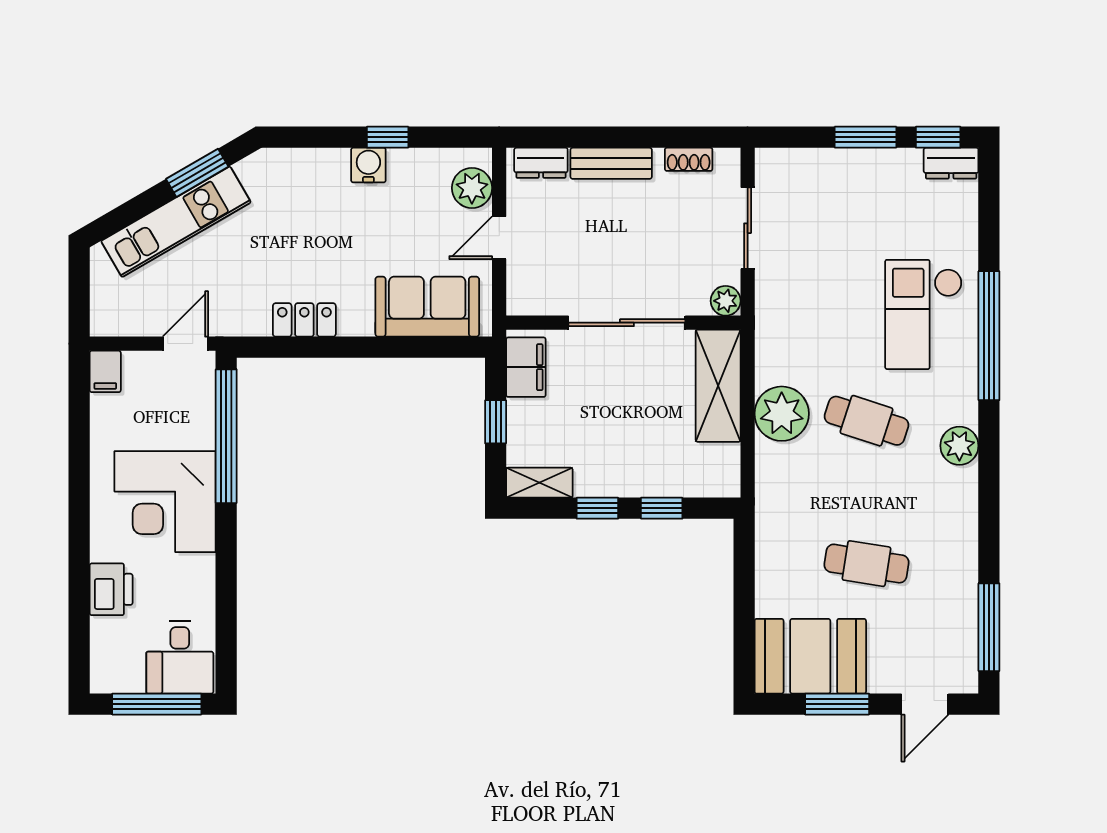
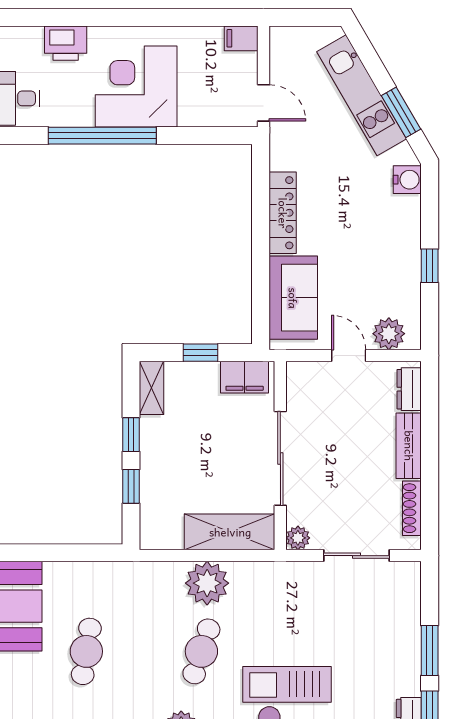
shoe rack: (689, 159) -> (412, 508), width x1.43
water cooler: (368, 165) -> (407, 180), moved
locker: (304, 320) -> (283, 213), width x1.53
window: (226, 436) -> (102, 136), moved

